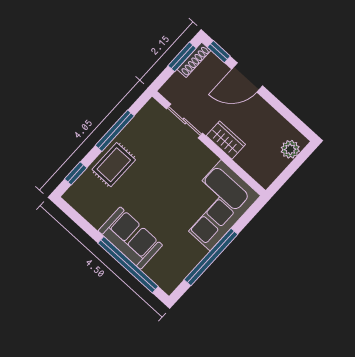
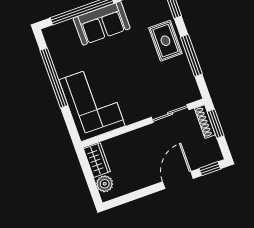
window: (182, 57) -> (216, 124), moved
shoe rack: (194, 60) -> (205, 122), moved
wardrobe: (226, 140) -> (97, 160), moved, turned -90

